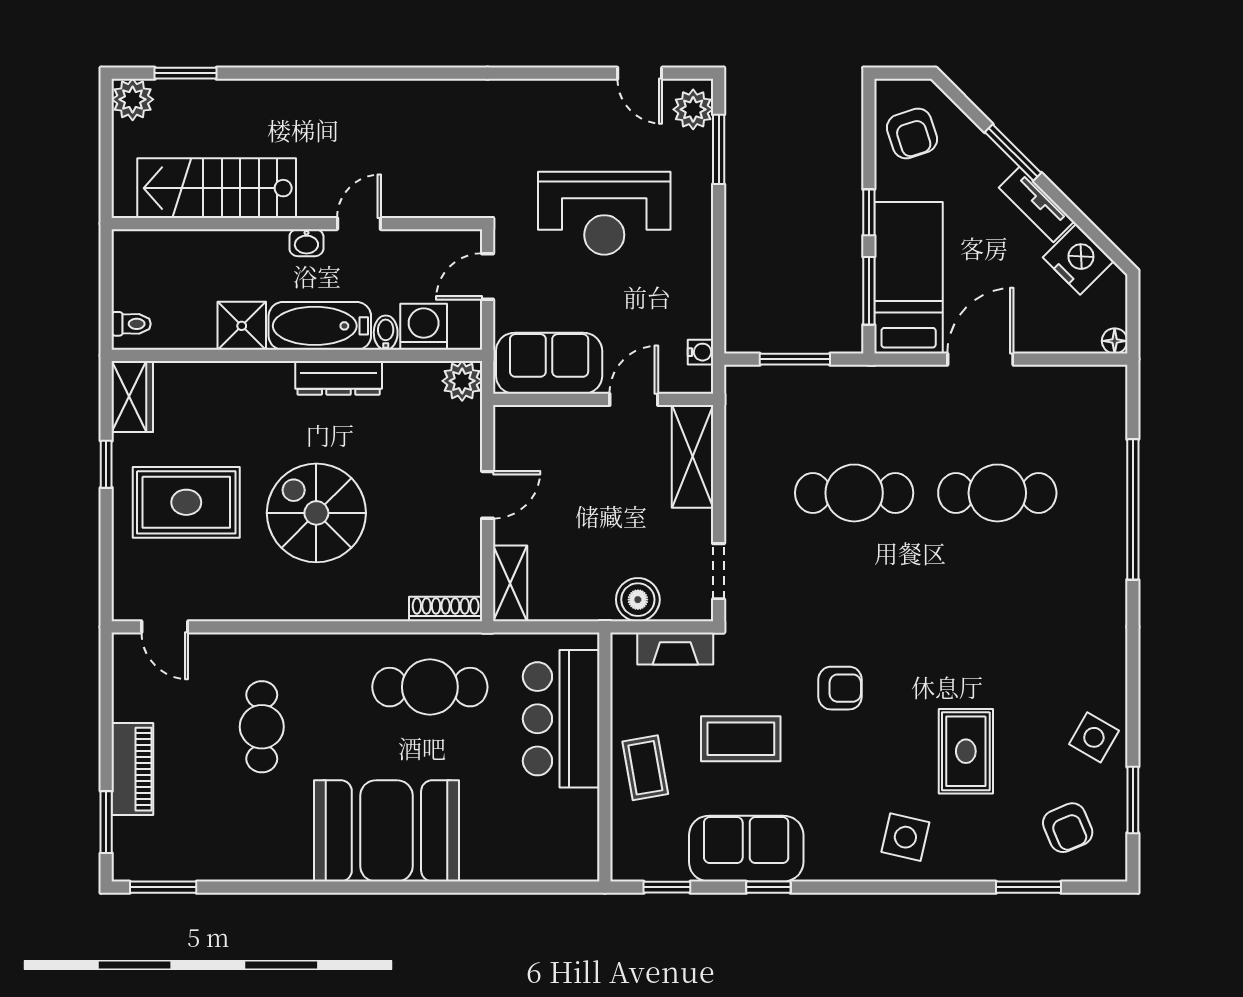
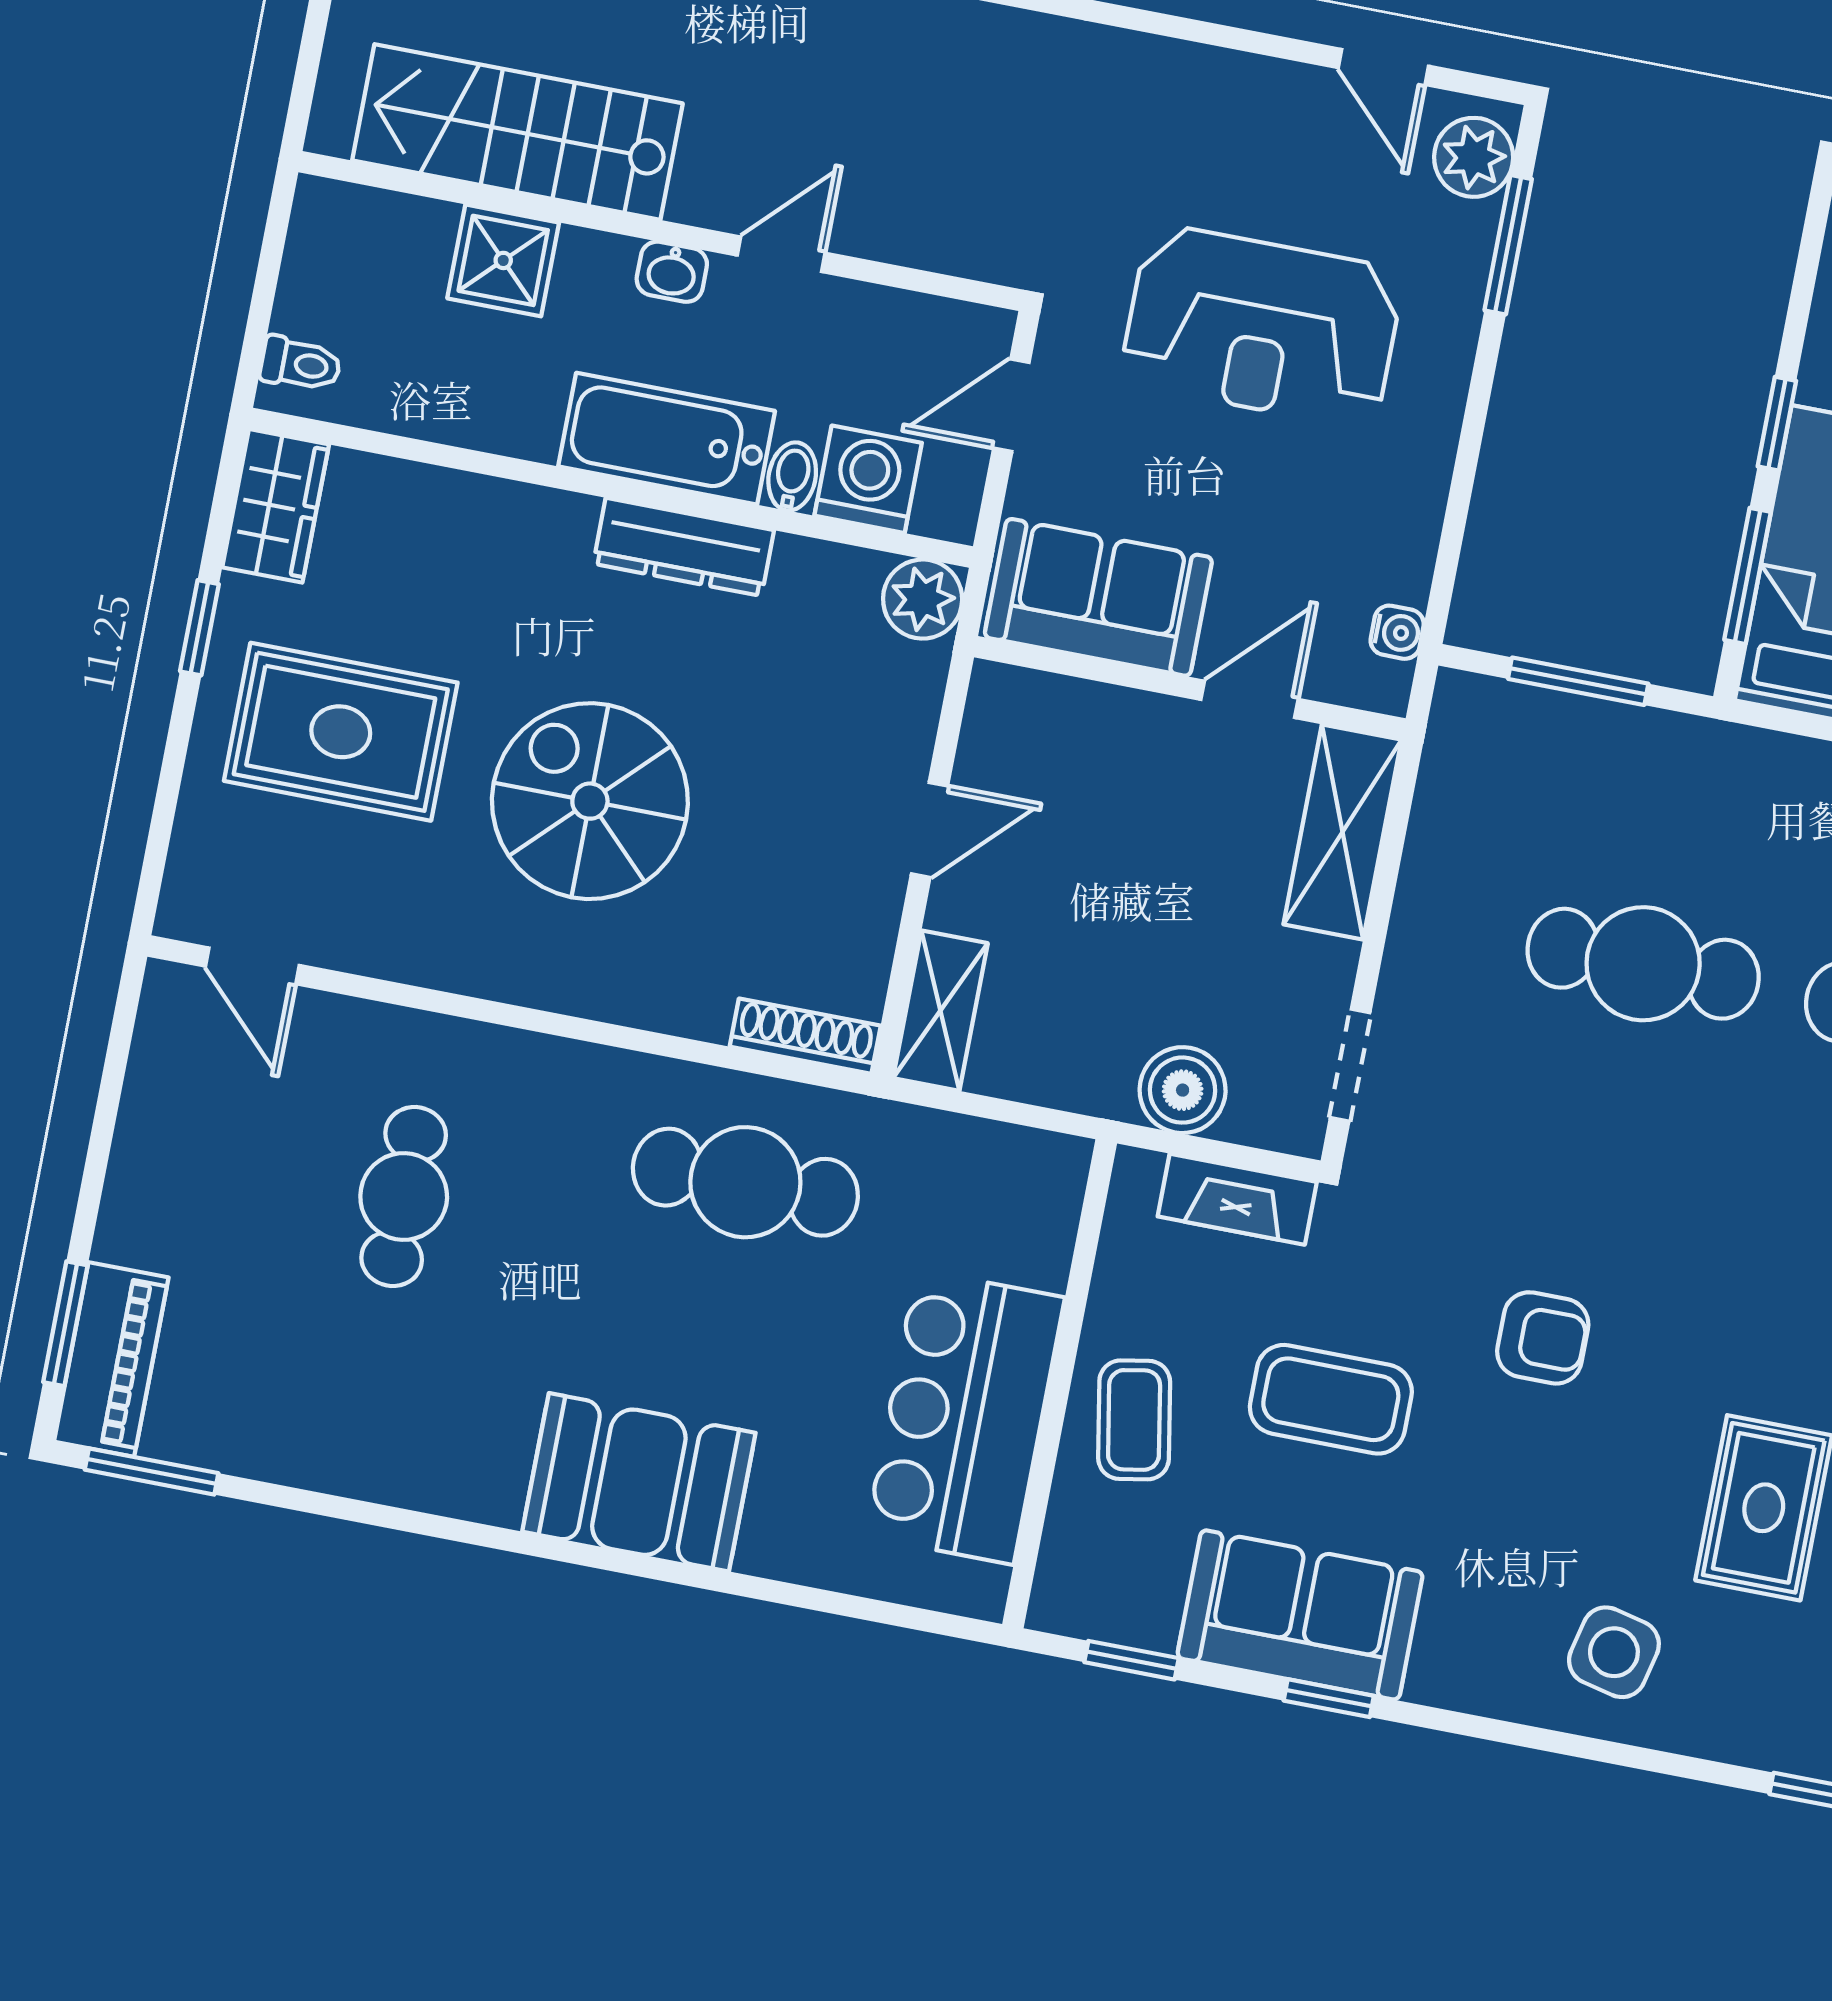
shower: (242, 326) -> (503, 260), moved
bar counter: (561, 719) -> (965, 1417), moved
piano: (132, 769) -> (111, 1359), moved
booth: (386, 831) -> (639, 1482), width x0.73, depth x0.70

